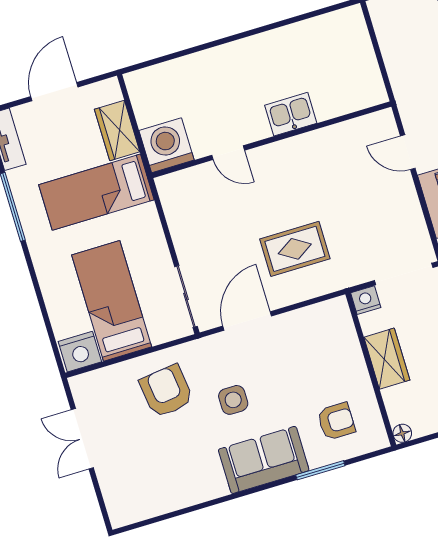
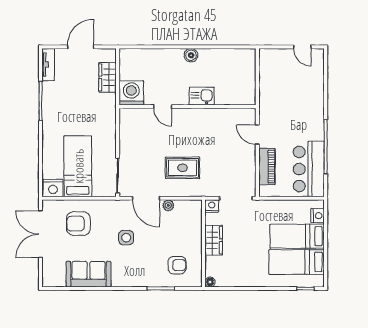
boiler: (251, 48) -> (191, 55), added
bed: (96, 192) -> (87, 107), removed
door: (247, 321) -> (146, 198), swing flipped
plant: (290, 322) -> (168, 205), added
armchair: (166, 391) -> (78, 224), moved, turned -83
double door: (82, 439) -> (41, 234), width x1.37
sofa: (264, 460) -> (89, 274), moved

